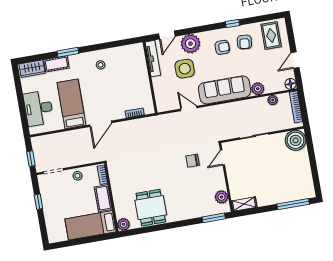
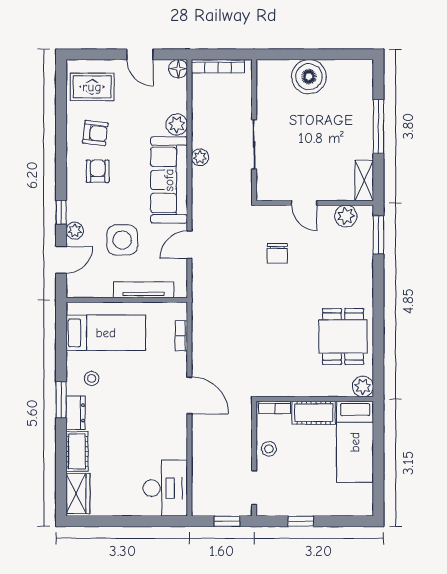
window: (232, 23) -> (61, 212), moved
door: (167, 35) -> (61, 260), hinge flipped
plant: (190, 44) -> (75, 231), width x0.53, depth x0.53
window: (68, 52) -> (61, 400), moved
dresser: (79, 59) -> (76, 413), added
tv unit: (153, 59) -> (144, 290), moved
plant: (273, 100) -> (200, 157), moved
bed: (71, 104) -> (106, 333), moved, turned 180
desk: (38, 108) -> (165, 488), moved, turned -90
boiler: (296, 140) -> (309, 77), moved
door: (222, 158) -> (304, 203), moved
window: (293, 204) -> (378, 127), moved
dining table: (151, 208) -> (343, 336), turned 90

